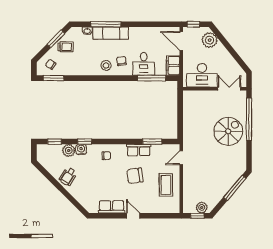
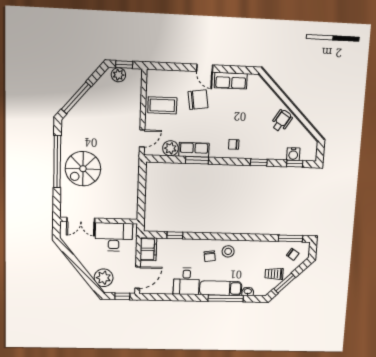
door: (181, 41) -> (138, 278), hinge flipped
desk: (144, 64) -> (186, 281), moved, turned 180
window: (151, 78) -> (175, 235), width x0.46
window: (249, 119) -> (57, 162), moved
window: (152, 142) -> (197, 160), moved
water cooler: (81, 149) -> (293, 154), moved
plant: (69, 151) -> (170, 148), moved
chair: (135, 176) -> (198, 100), moved
coffee table: (166, 185) -> (162, 105), turned 90

